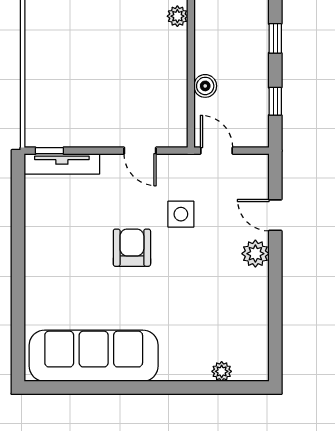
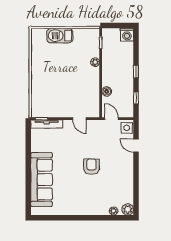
side table: (181, 214) -> (127, 128), moved
armchair: (132, 248) -> (91, 167), moved
plant: (255, 254) -> (128, 209), moved
sofa: (94, 356) -> (42, 180), moved, turned 90

